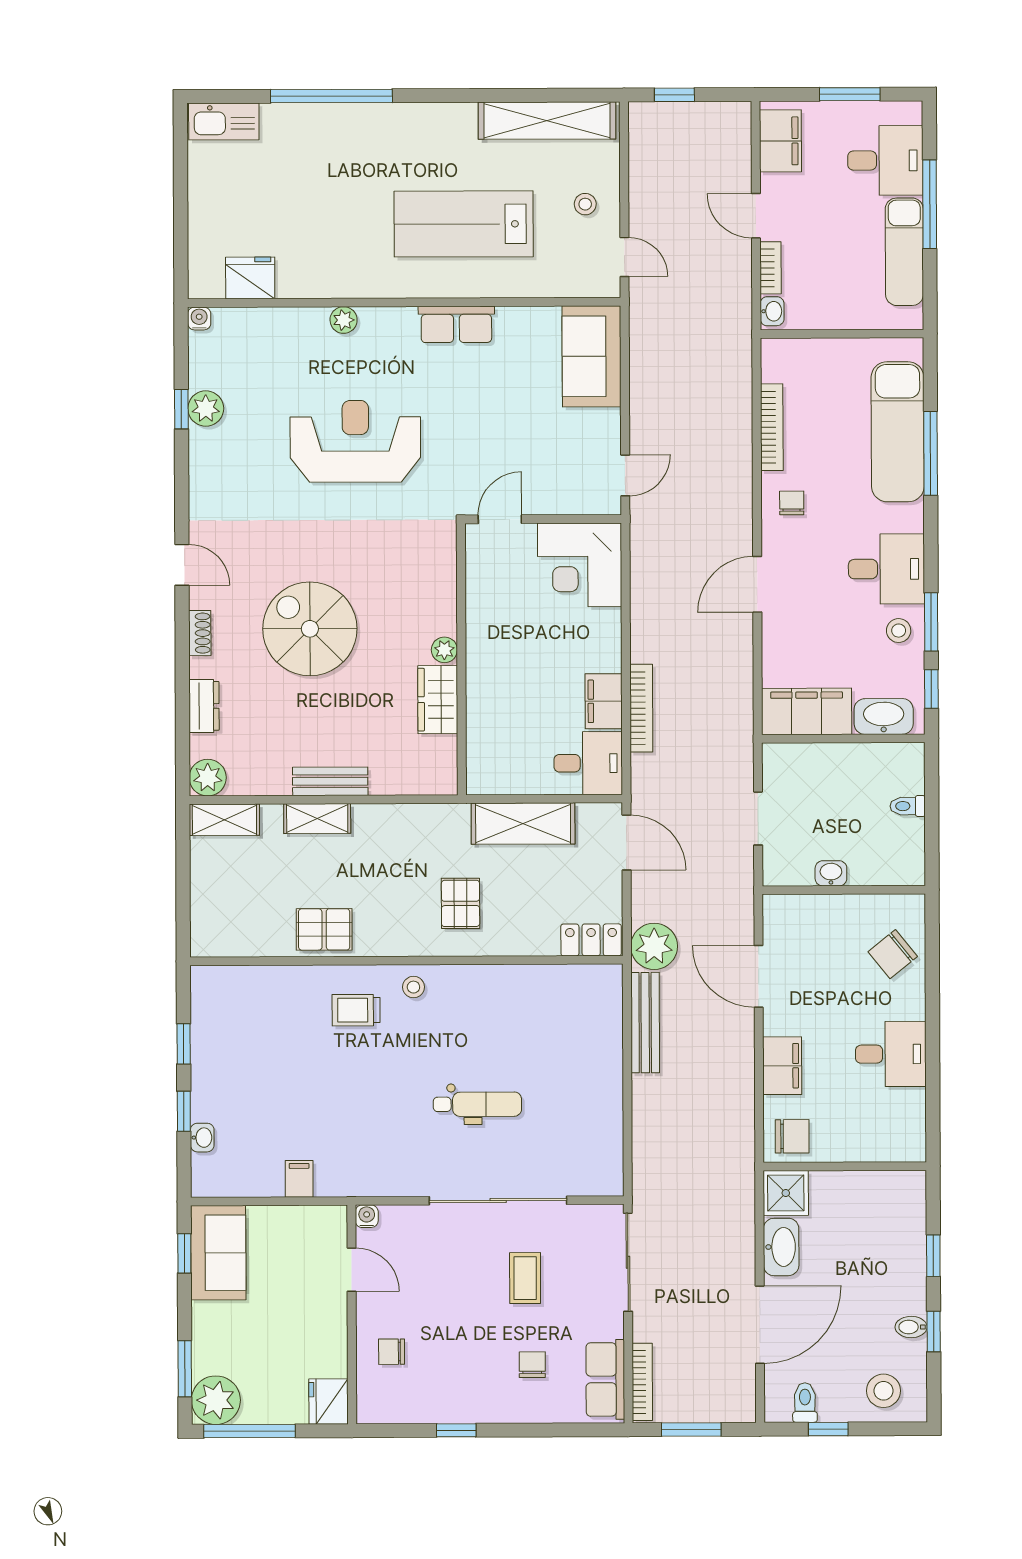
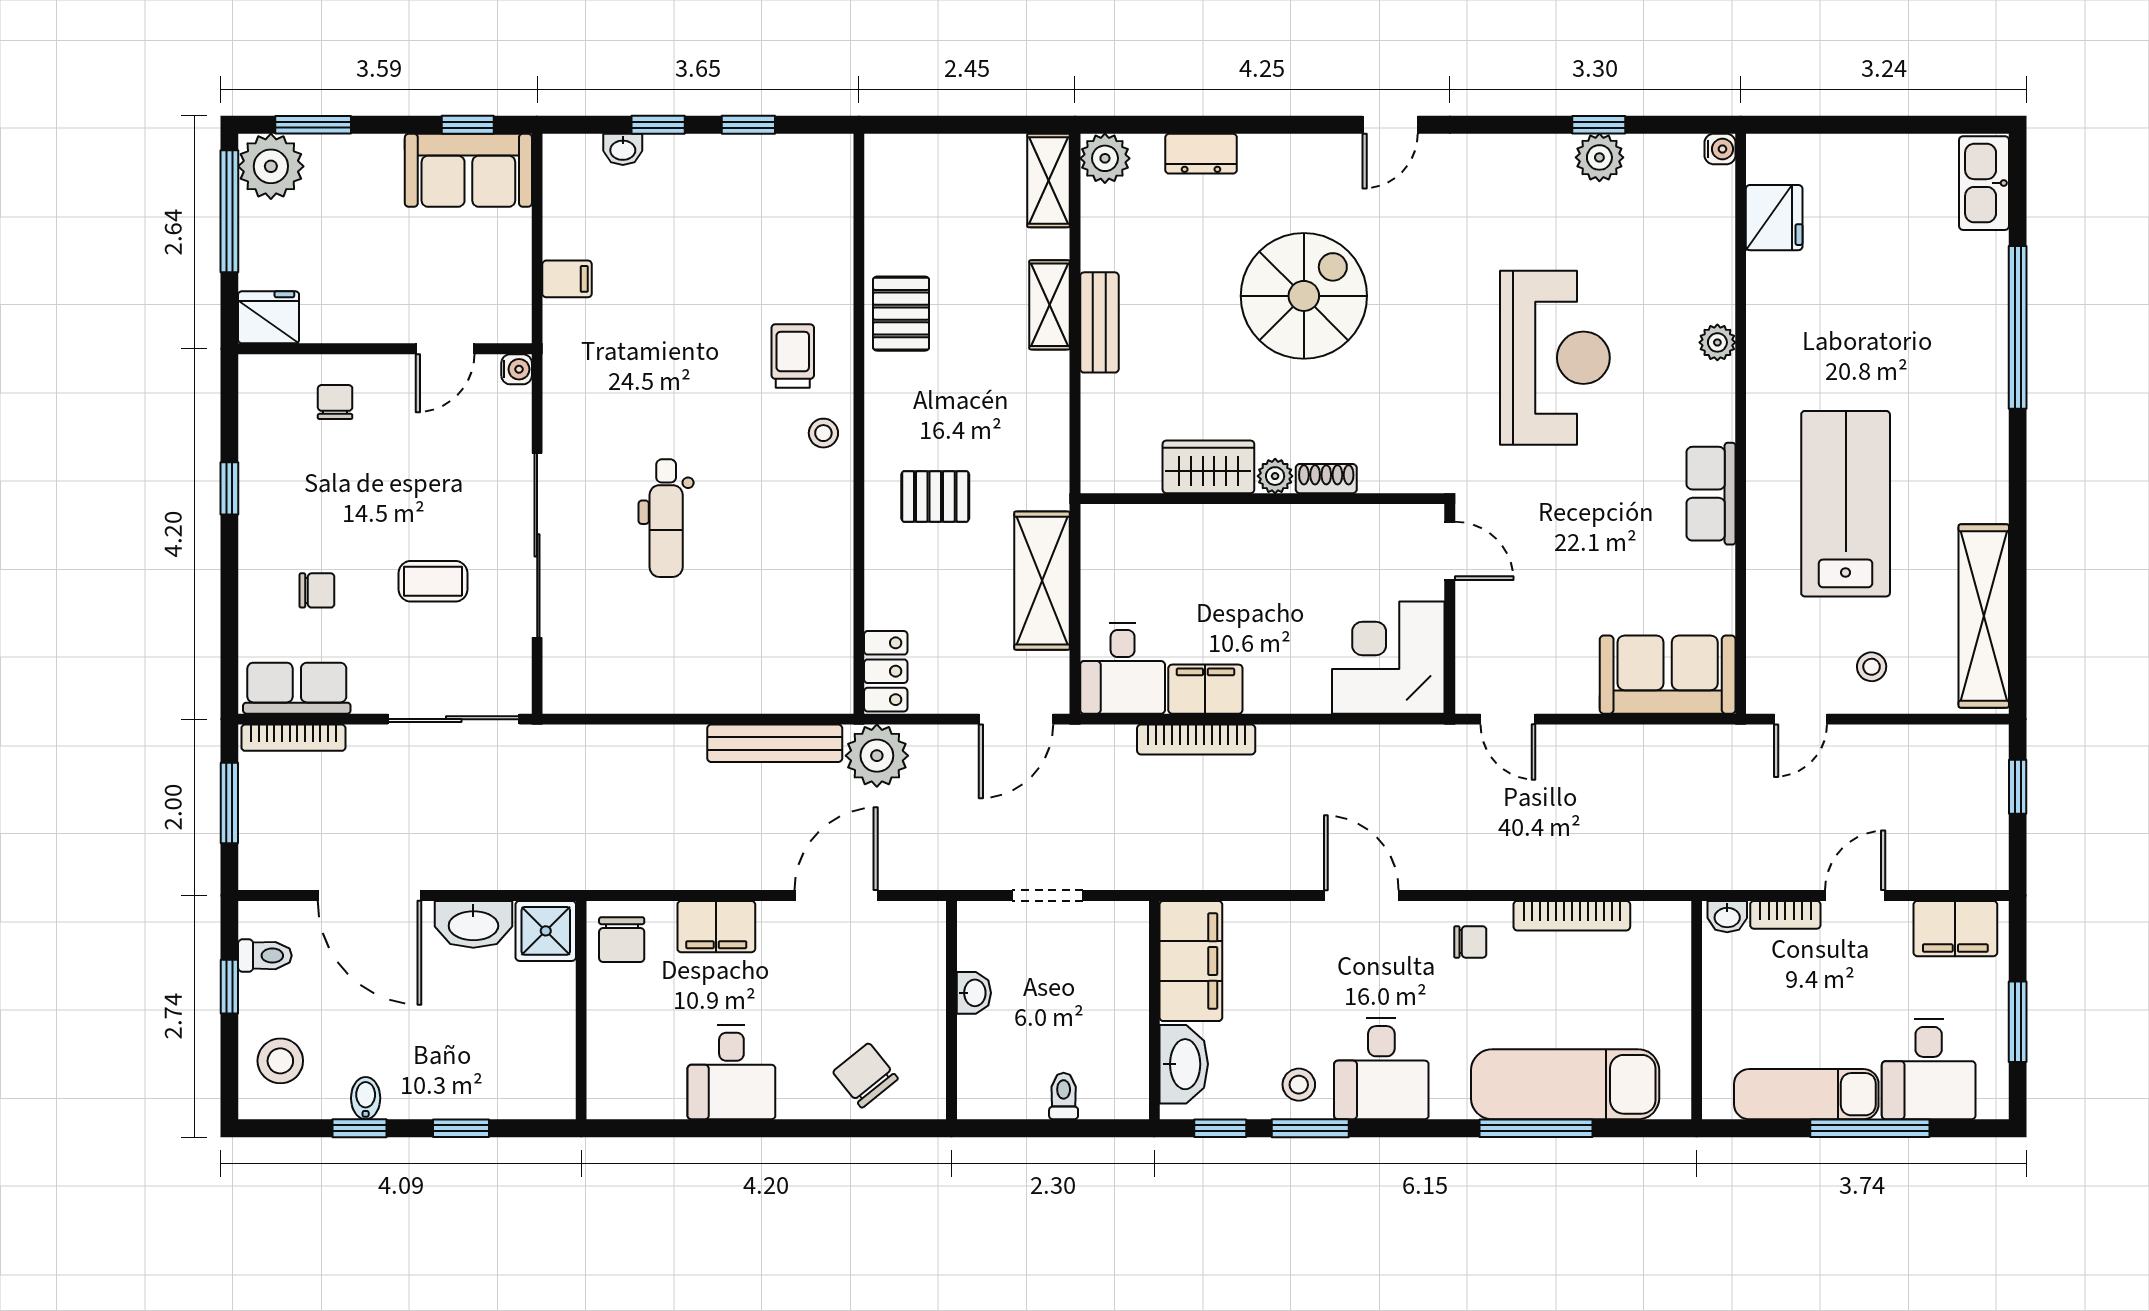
shoe rack: (200, 633) -> (1326, 479), moved, turned 180

